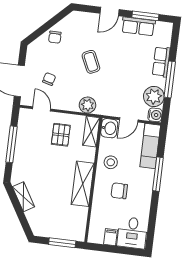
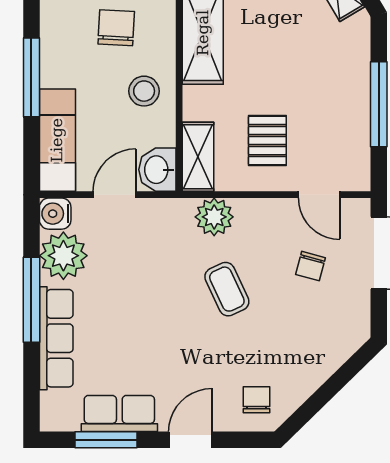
chair: (55, 37) -> (257, 400), moved
coffee table: (91, 62) -> (227, 289), moved
row of seats: (161, 62) -> (56, 338), width x1.48
chair: (119, 191) -> (116, 28), turned -87

